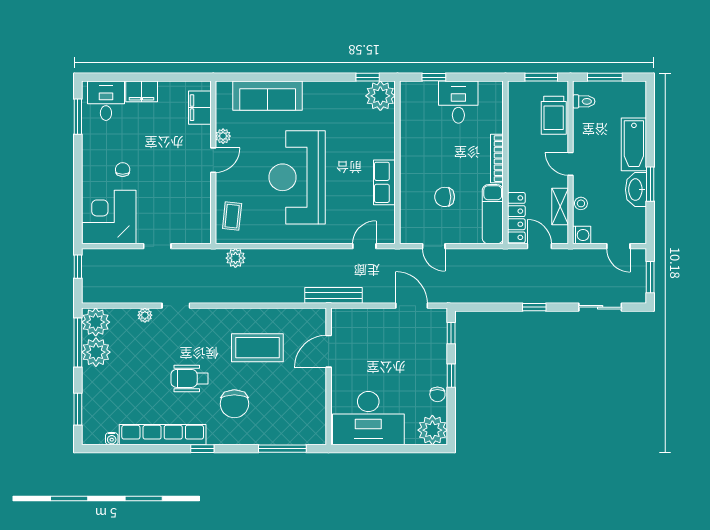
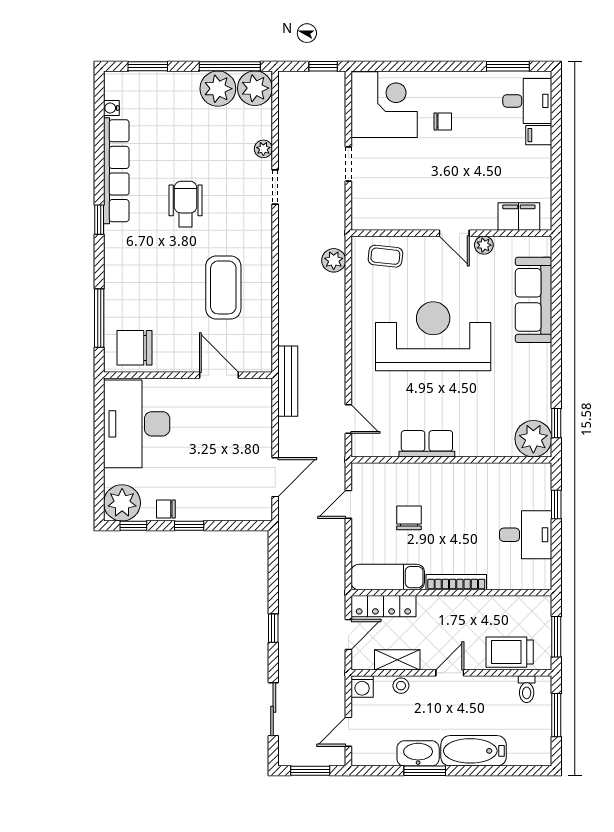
filing cabinet: (142, 91) -> (539, 135), width x0.50
window: (451, 333) -> (133, 526), moved
chair: (234, 404) -> (135, 348), moved

